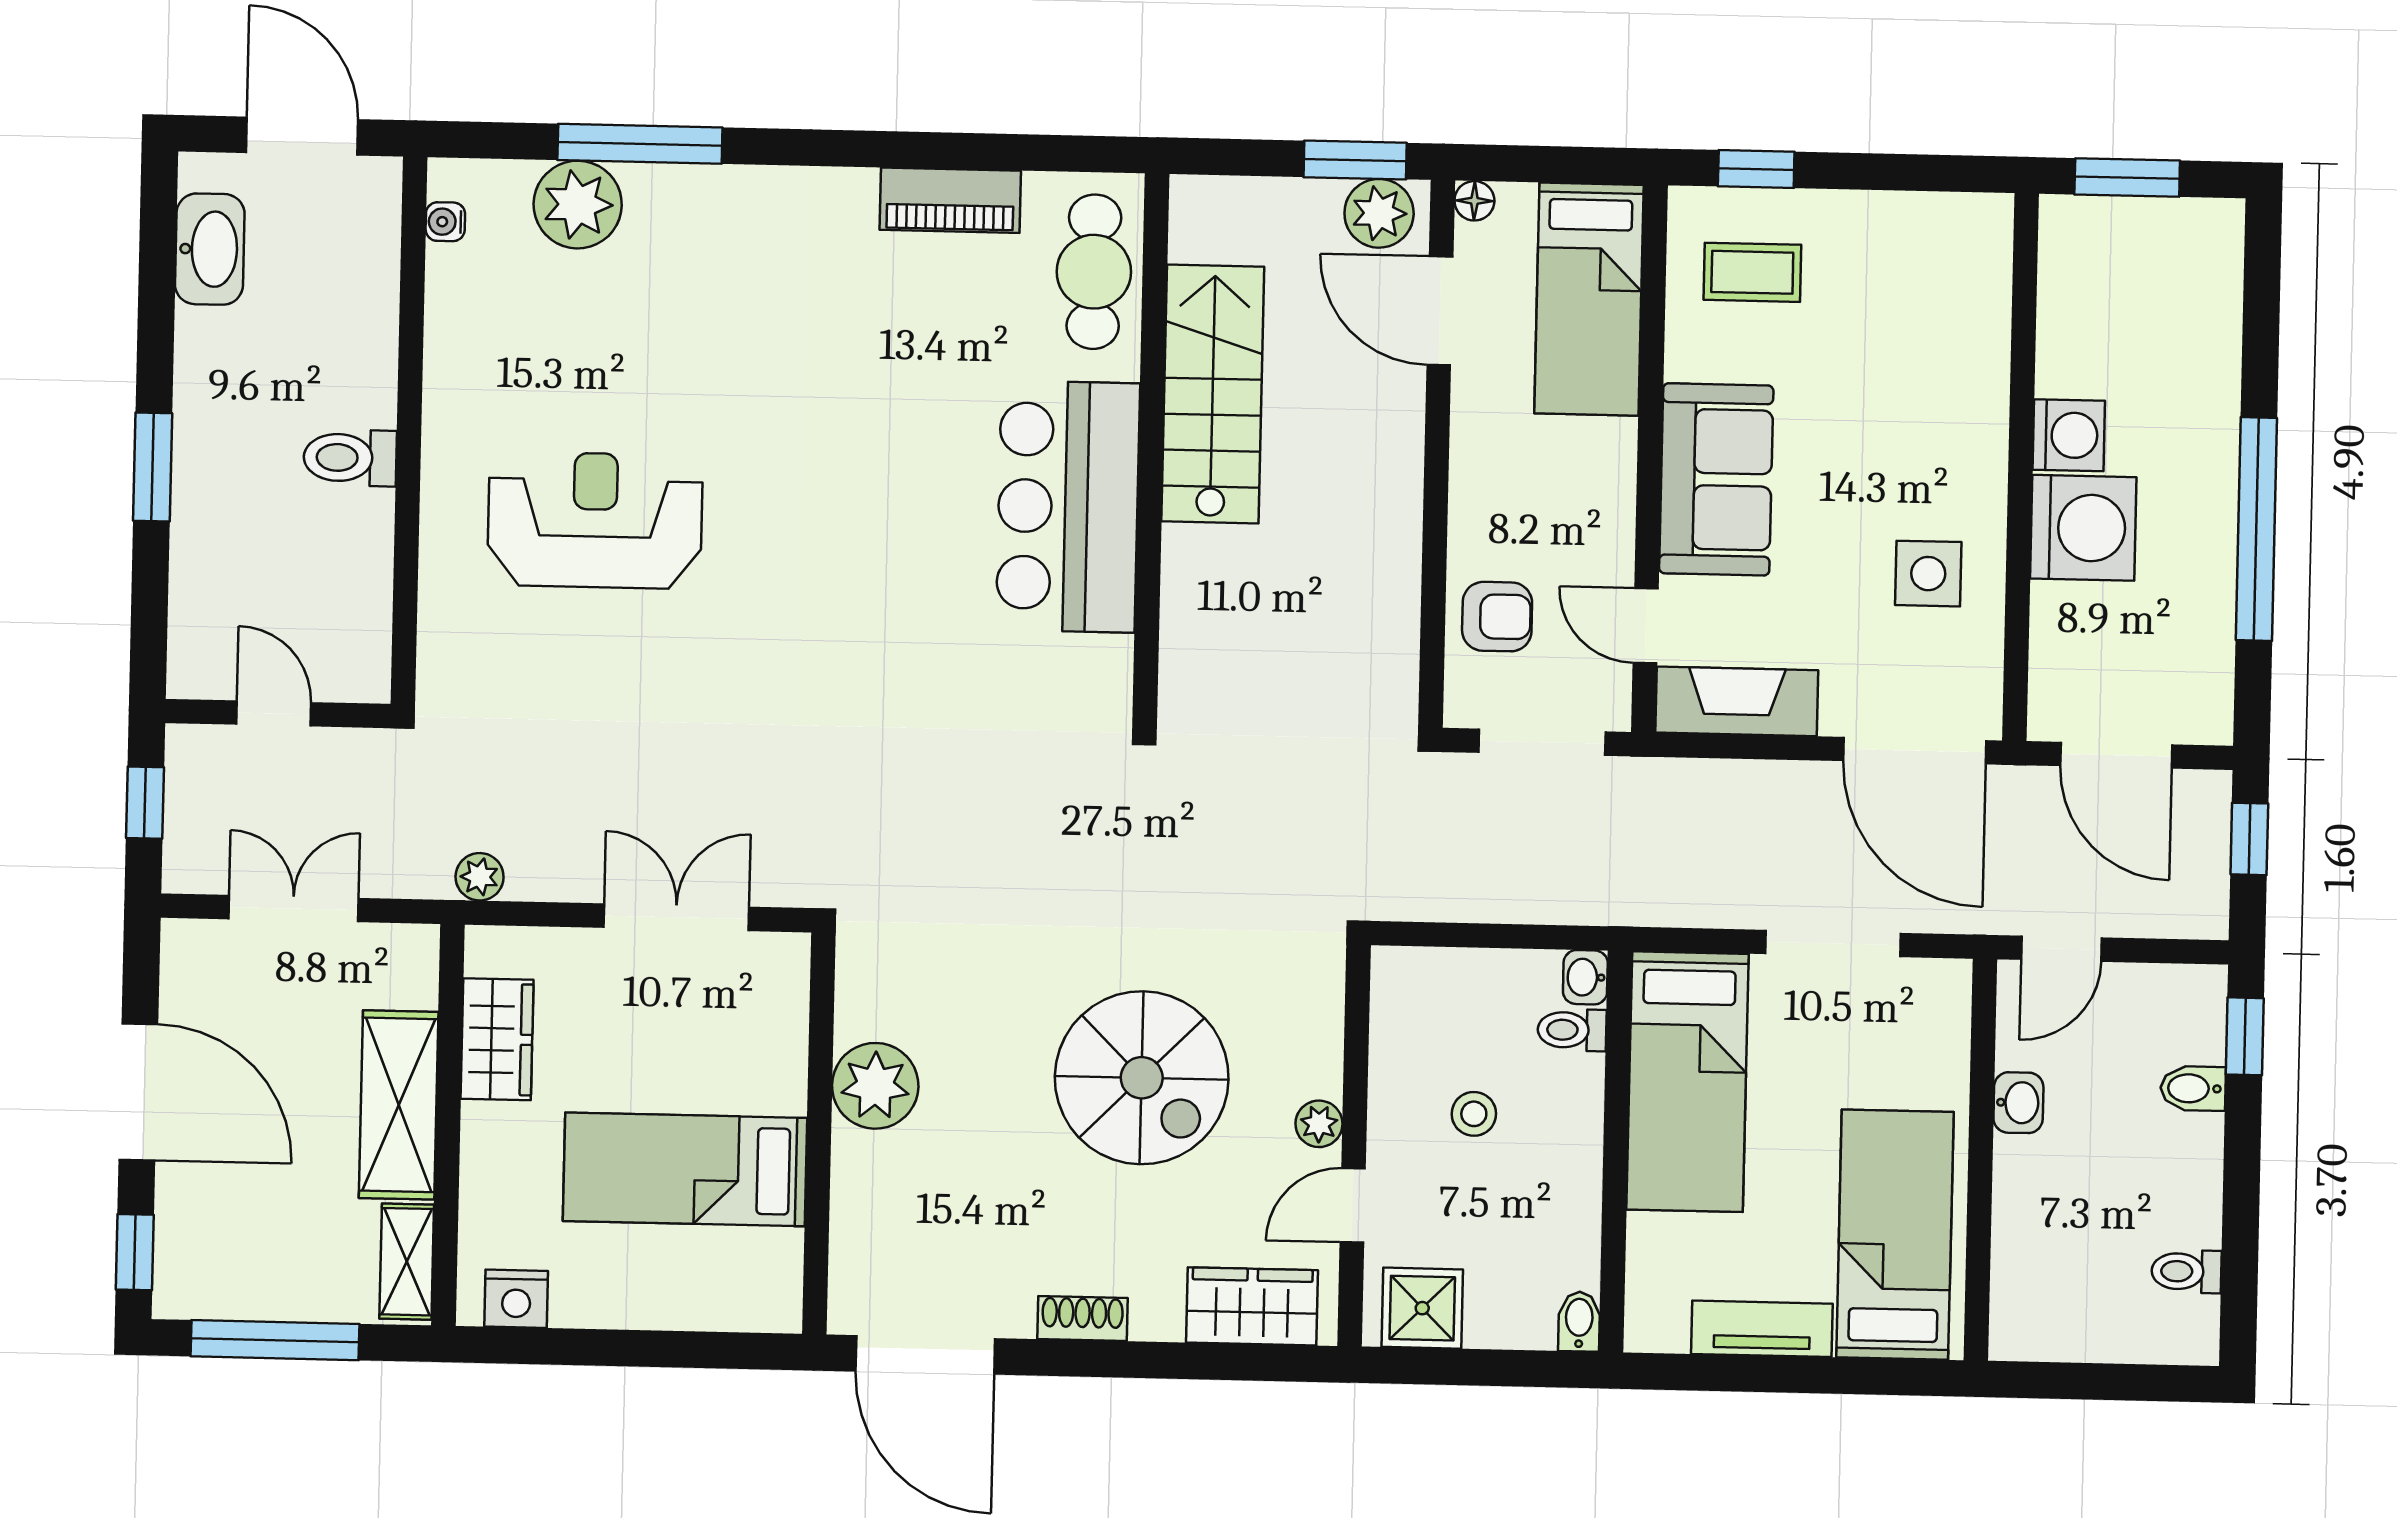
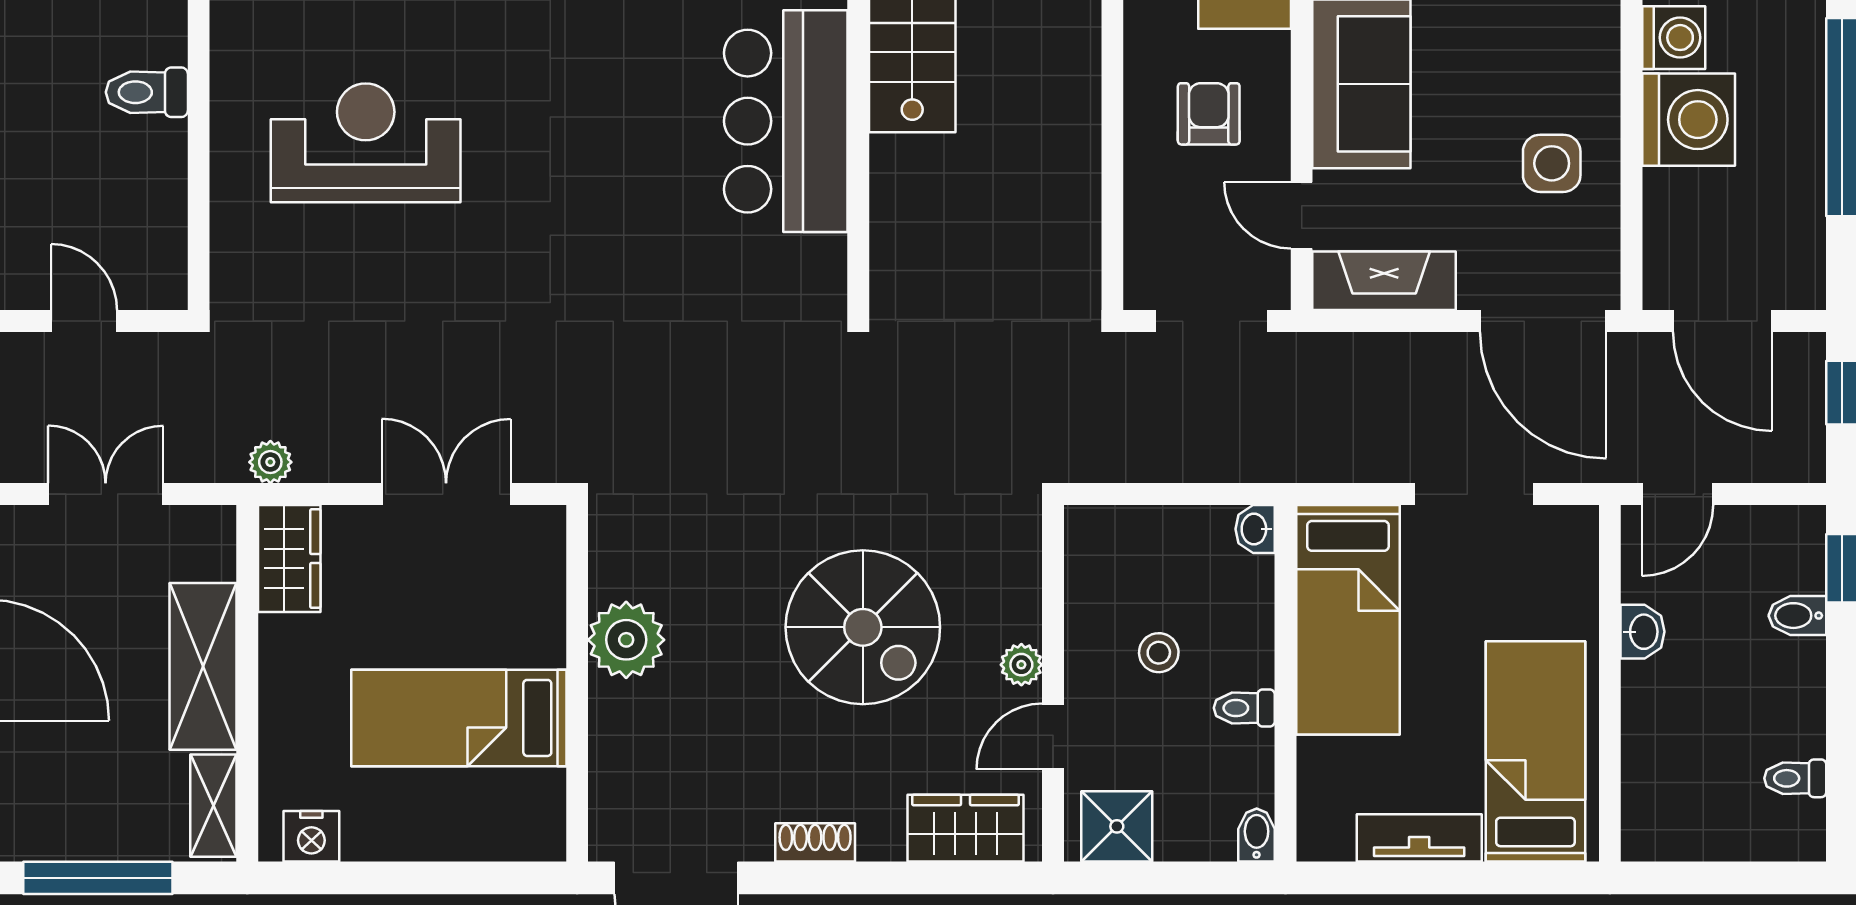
armchair: (1497, 617) -> (1209, 114), moved, turned -90
toilet: (1572, 1030) -> (1244, 708), moved
wardrobe: (497, 1039) -> (289, 559), moved

